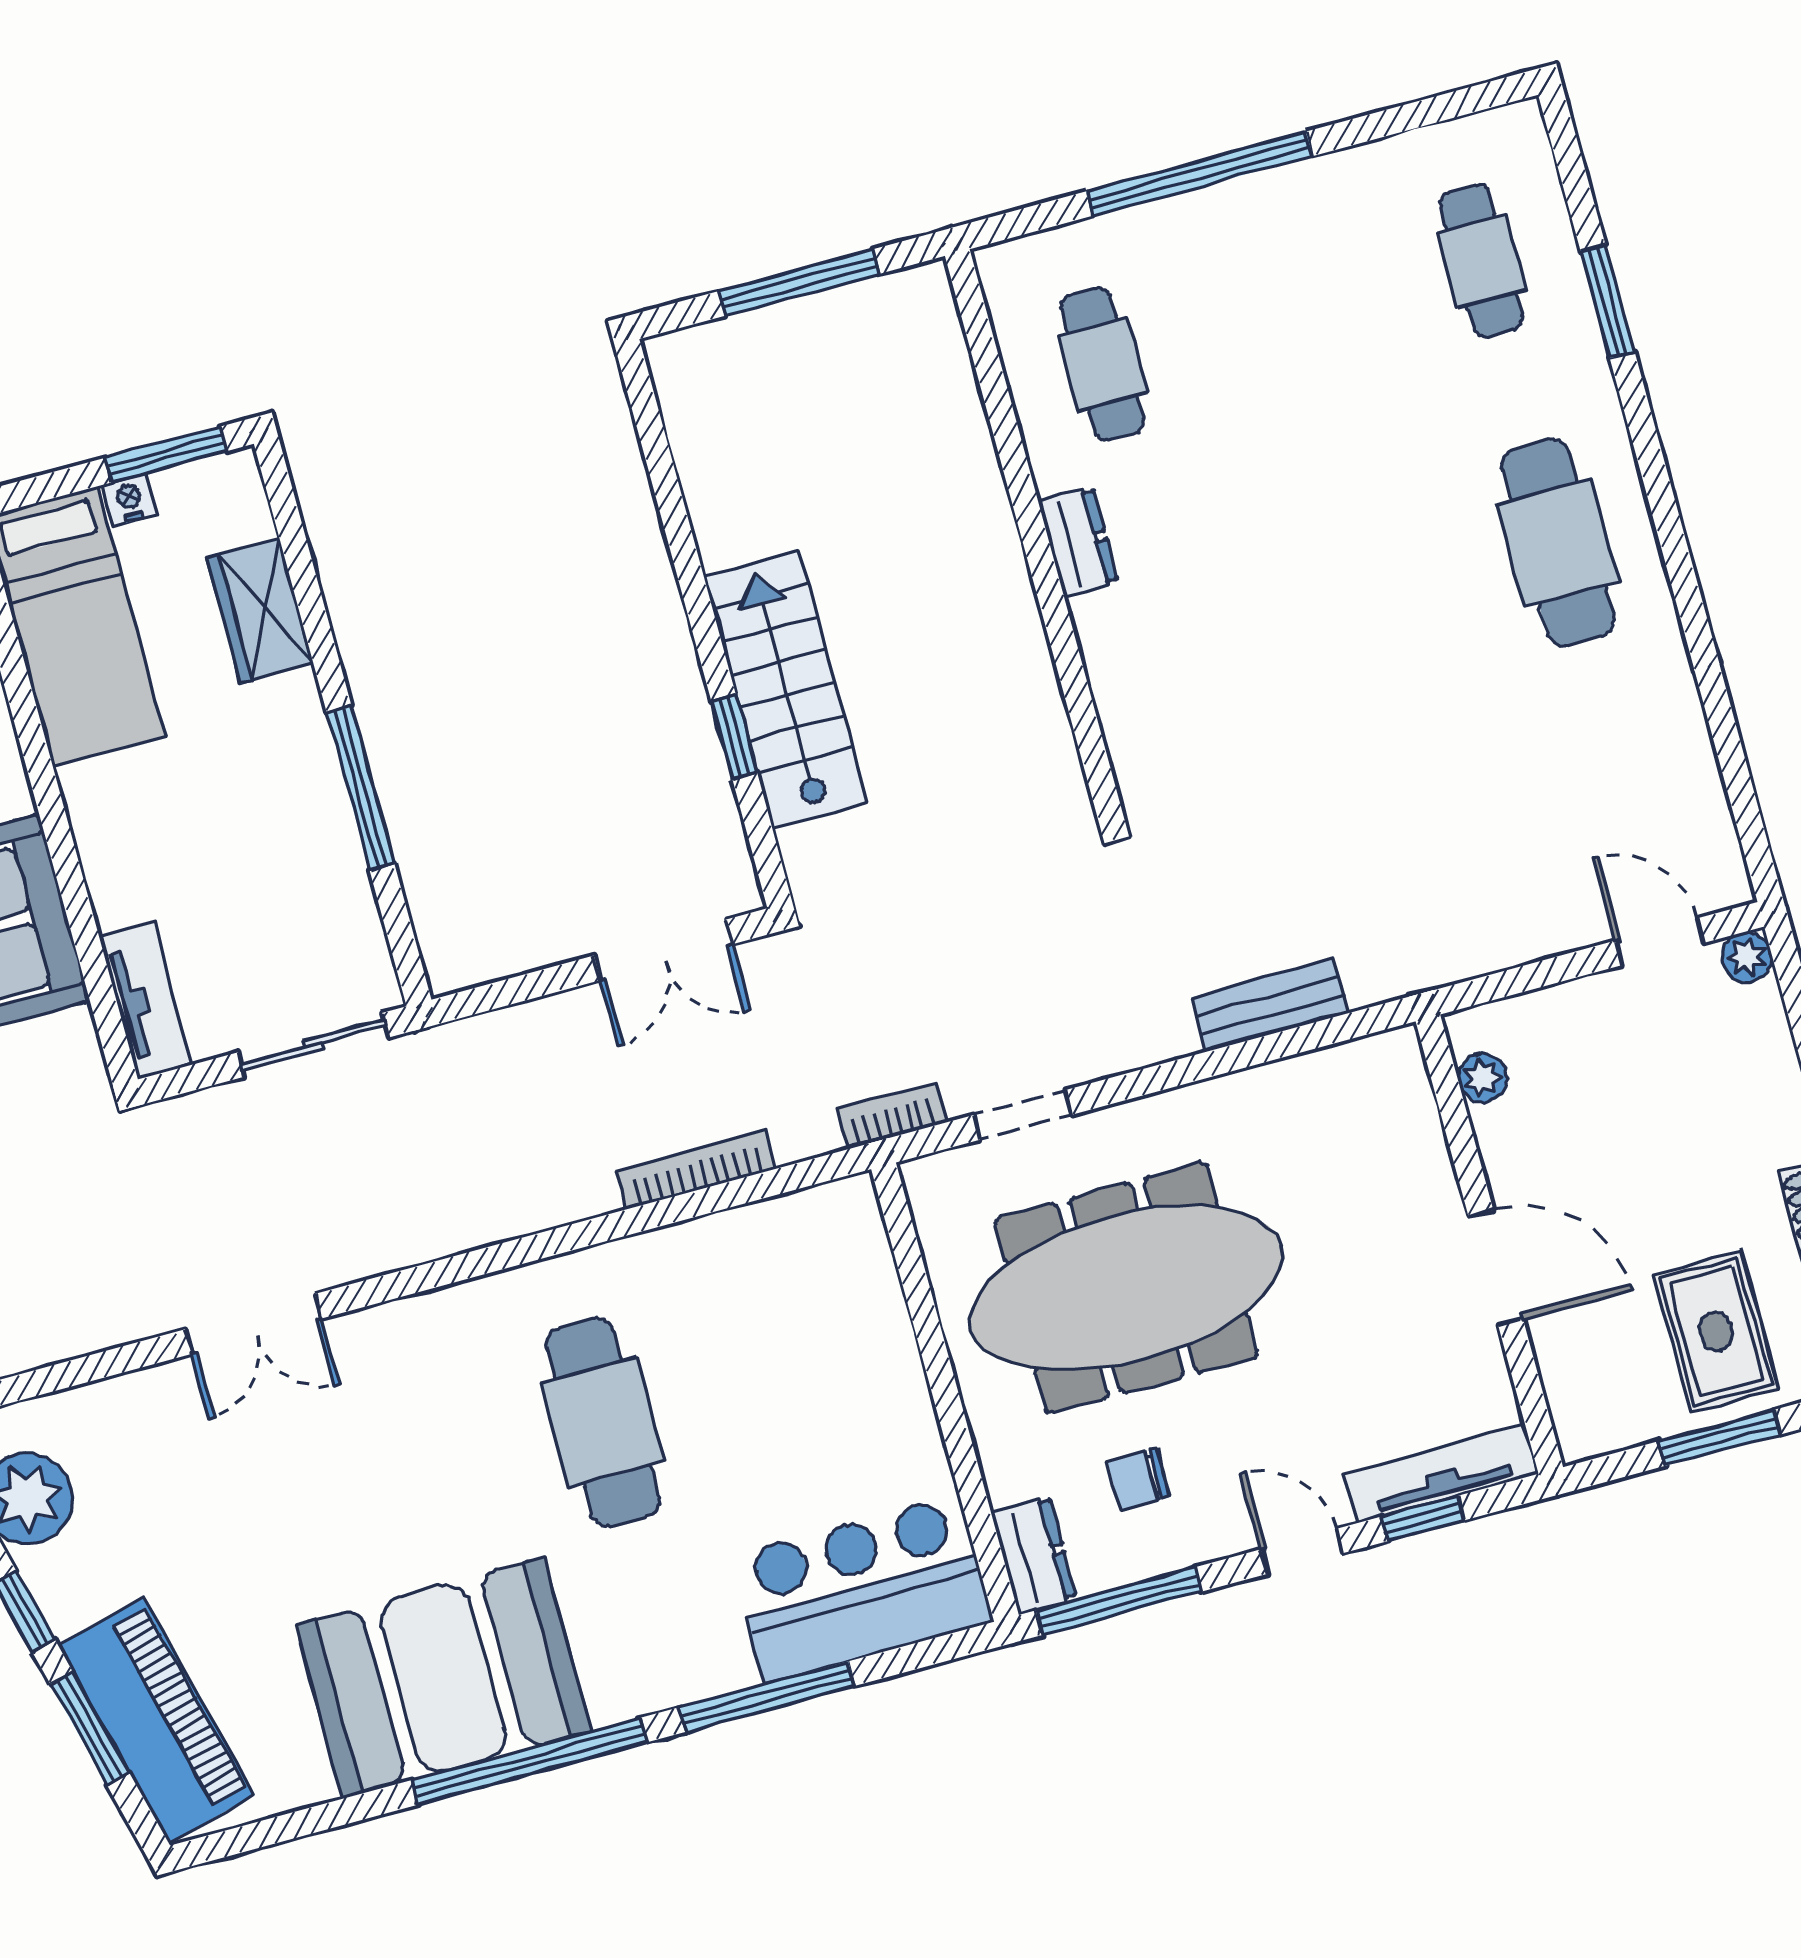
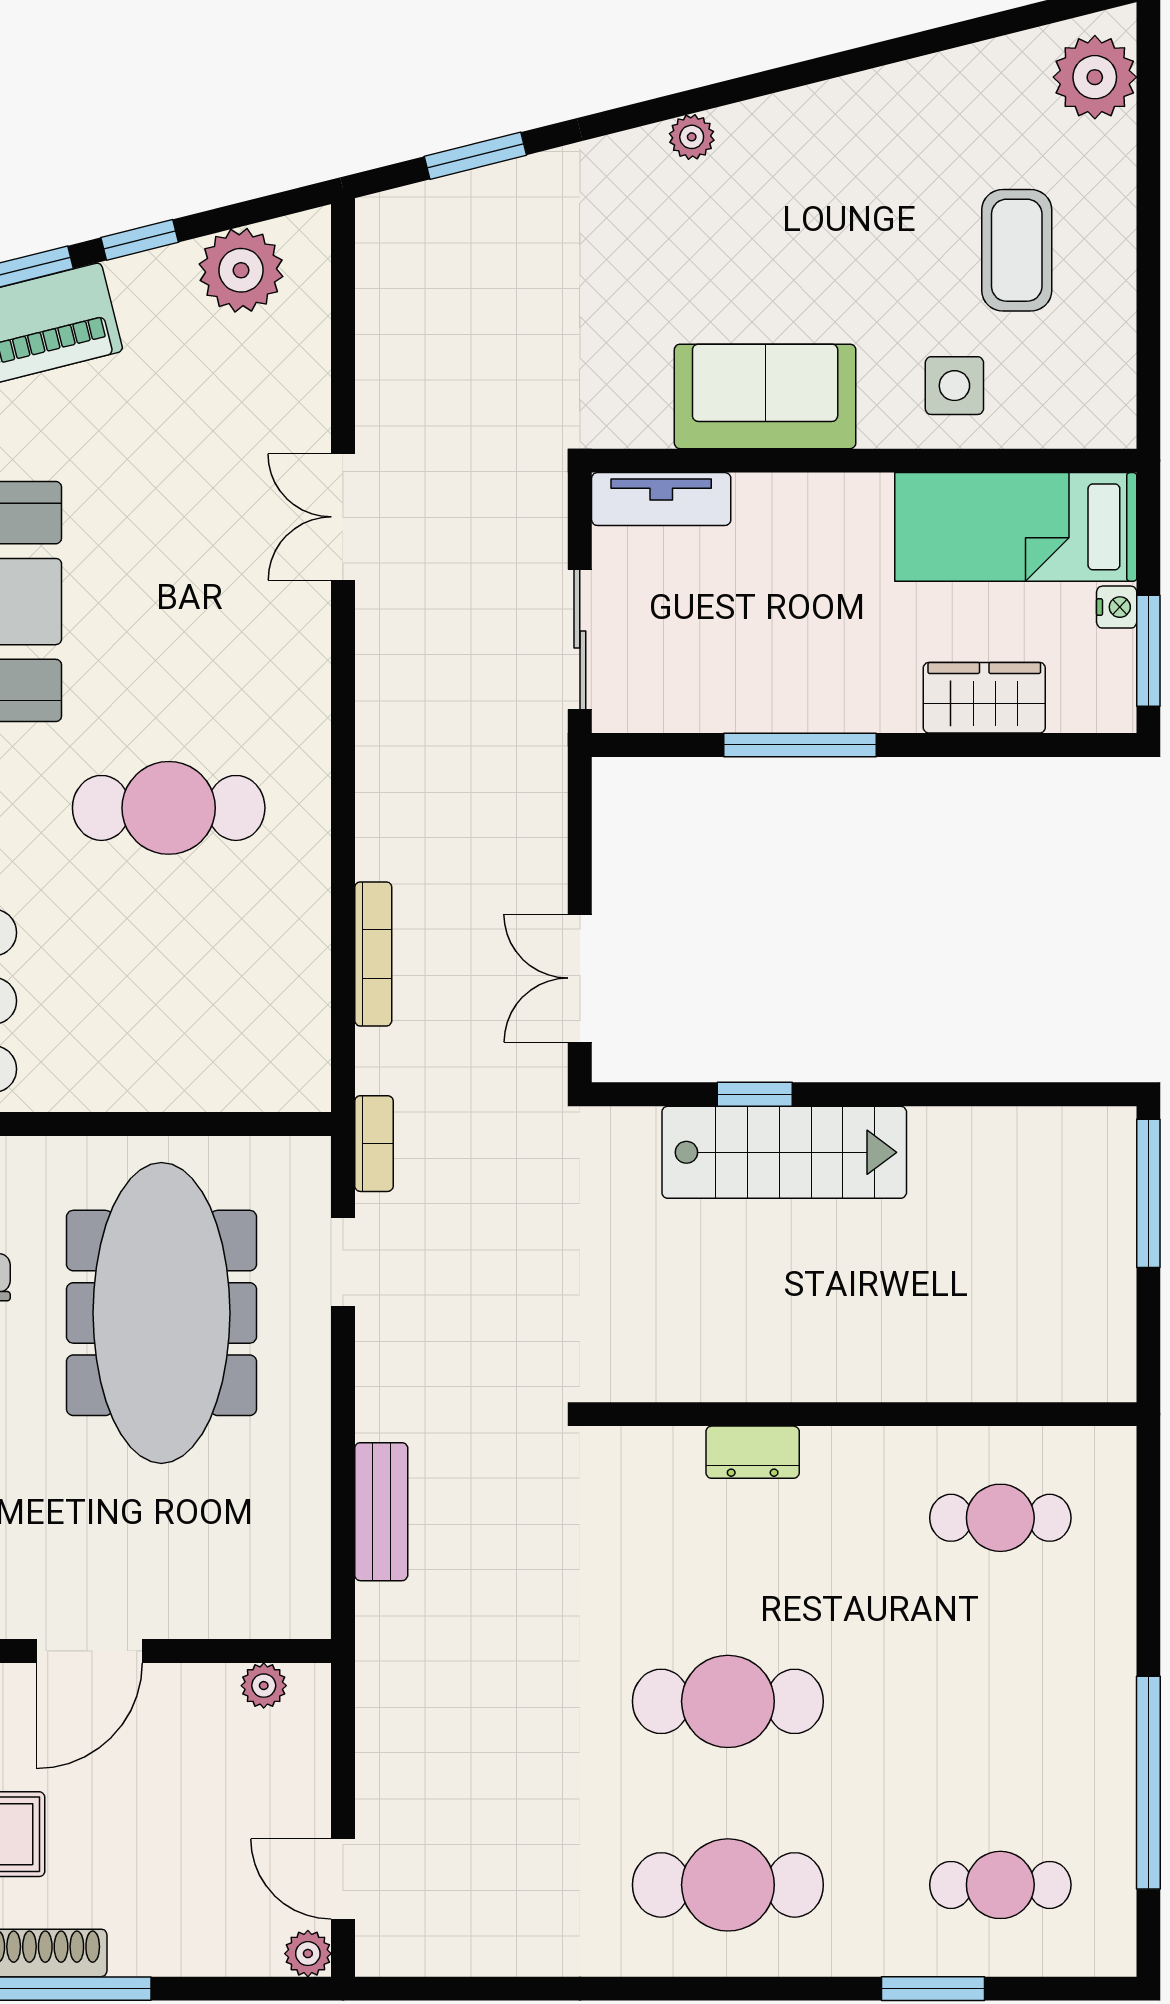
window: (1199, 174) -> (1148, 1783), moved
window: (799, 283) -> (1148, 1193), moved
dresser: (1078, 542) -> (753, 1452), moved
cafe table: (1369, 594) -> (728, 1701), added
door: (1660, 942) -> (343, 1879), swing flipped

